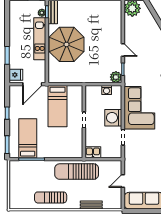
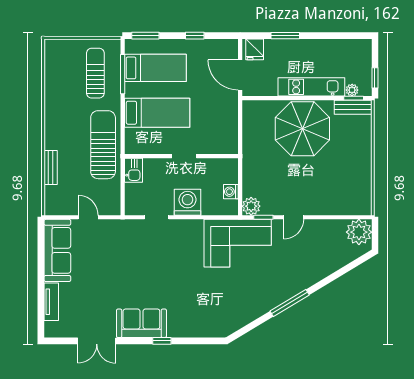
bed: (57, 106) -> (157, 113), moved, turned 180
corner sofa: (139, 108) -> (238, 243), moved
sun lounger: (51, 197) -> (95, 73), moved

